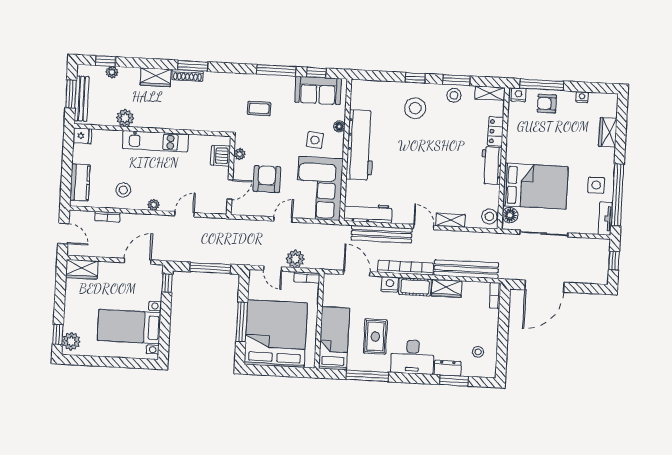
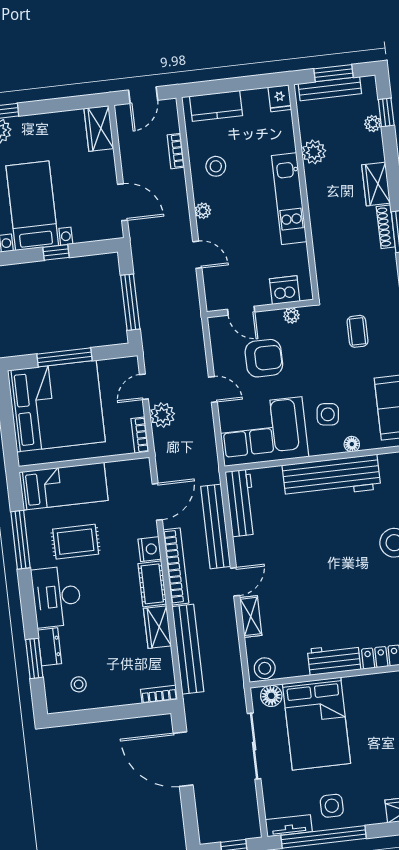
window: (167, 283) -> (56, 252), moved

